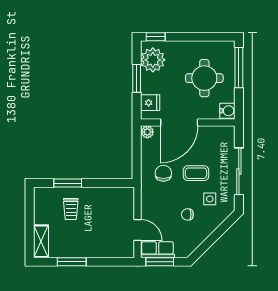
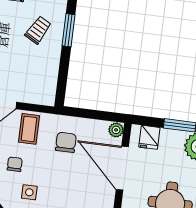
chair: (163, 173) -> (66, 142), turned -90
coffee table: (196, 173) -> (29, 129), moved
trolley: (71, 209) -> (38, 30), turned 119

